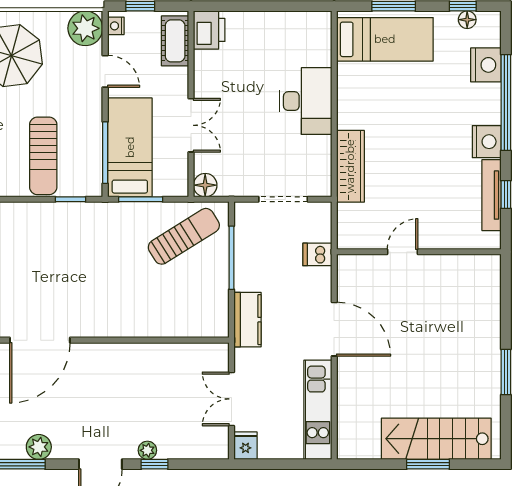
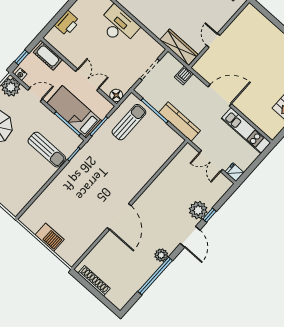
printer: (209, 30) -> (67, 23), moved, turned 90
wardrobe: (350, 166) -> (179, 47), moved
sun lounger: (184, 236) -> (129, 122), turned 32
kitchen counter: (248, 320) -> (180, 122), width x1.50
plant: (147, 450) -> (198, 210), width x1.88, depth x1.88

